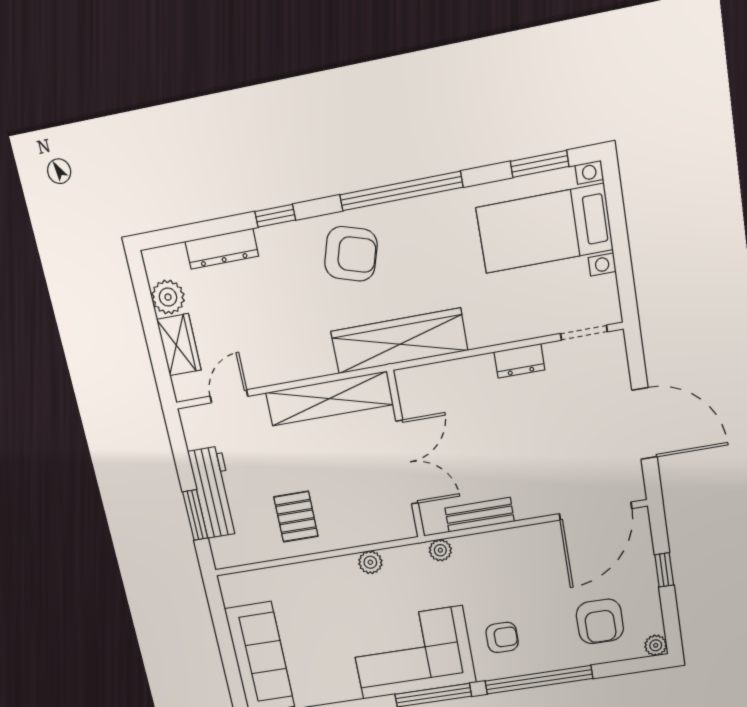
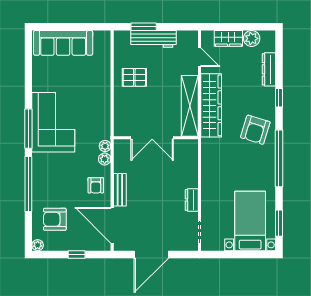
wardrobe: (399, 341) -> (211, 105), moved
bench: (480, 515) -> (120, 190), moved
plant: (370, 562) -> (105, 159), moved
armchair: (502, 637) -> (96, 185), moved

